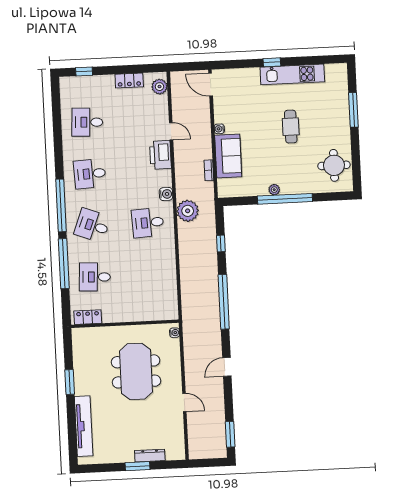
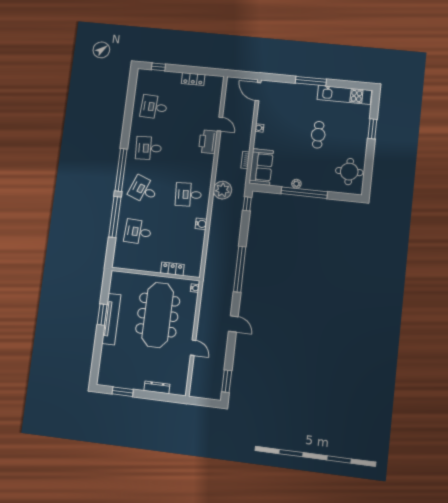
window: (272, 62) -> (311, 81), width x2.17
kitchen unit: (292, 74) -> (344, 95), moved
plant: (159, 87) -> (217, 87), removed
window: (353, 110) -> (372, 129), width x0.69
sofa: (228, 156) -> (261, 167), moved
water cooler: (166, 194) -> (201, 224), moved
window: (221, 244) -> (247, 204), moved
locker: (88, 317) -> (172, 269), moved
door: (227, 367) -> (233, 324), swing flipped
meeting table: (136, 371) -> (158, 315), width x1.36
tv unit: (84, 426) -> (111, 319), moved
window: (137, 466) -> (123, 392), moved

